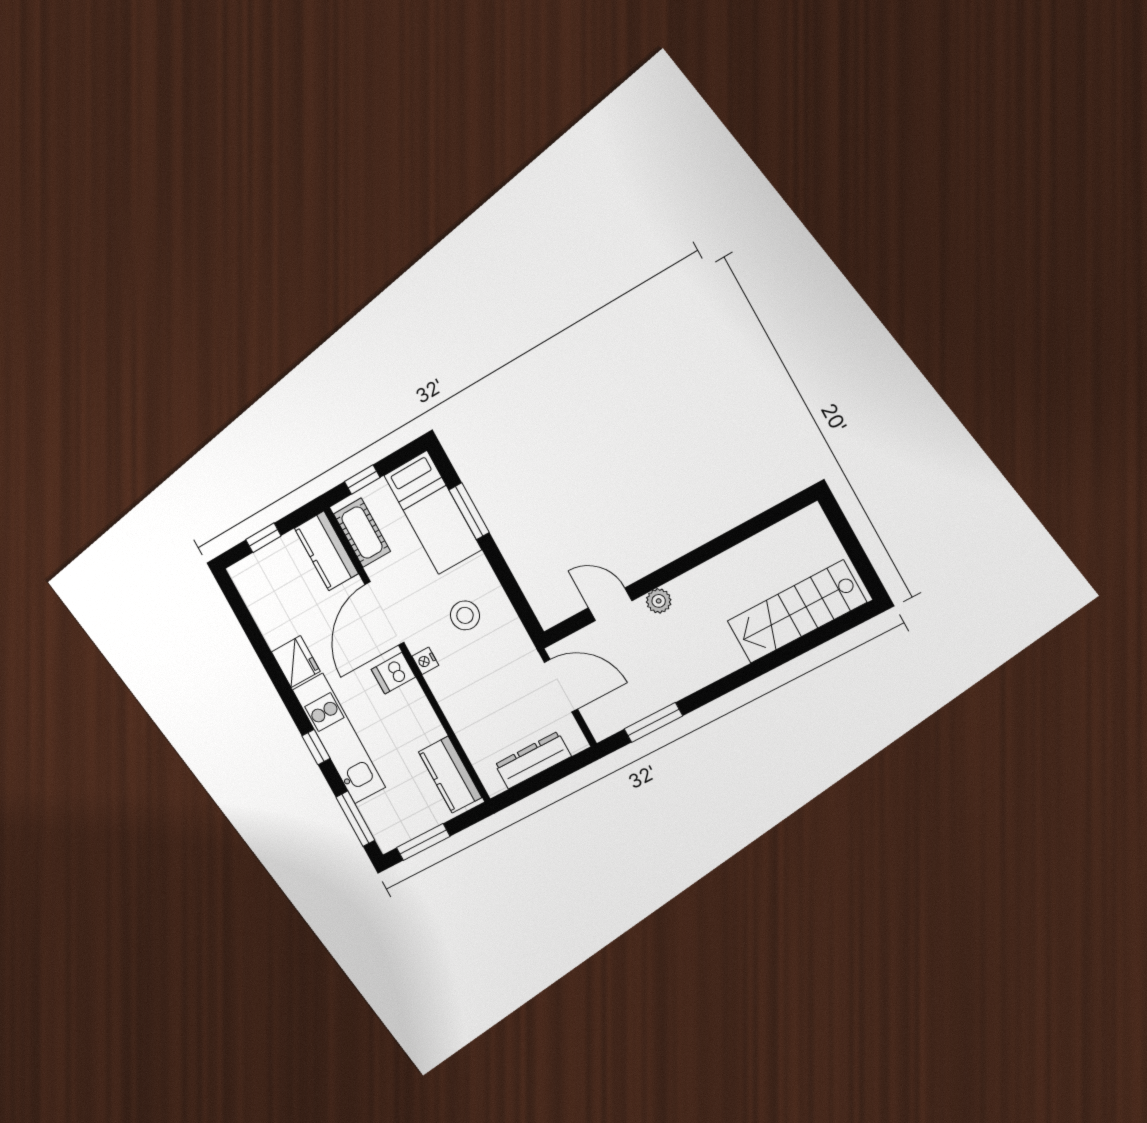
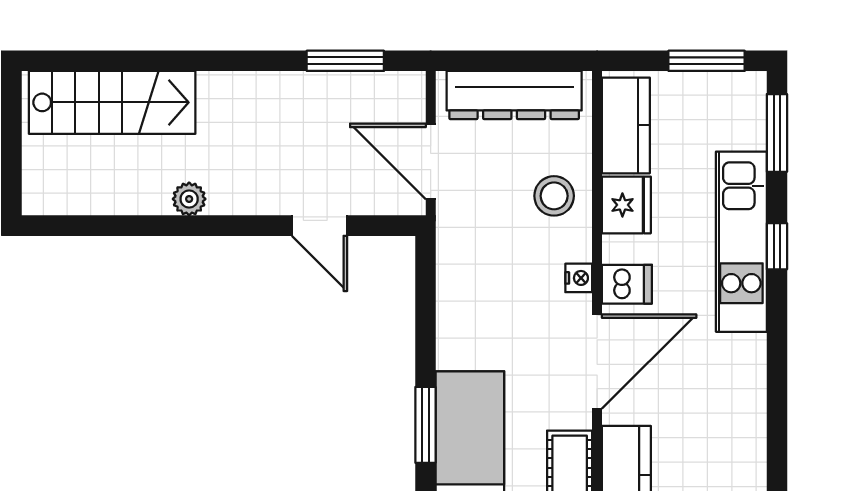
plant: (659, 601) -> (189, 199), moved
stool: (465, 615) -> (554, 196), moved
fridge: (296, 662) -> (626, 205), moved, turned 180
dresser: (533, 760) -> (514, 95), width x1.37, depth x1.24

